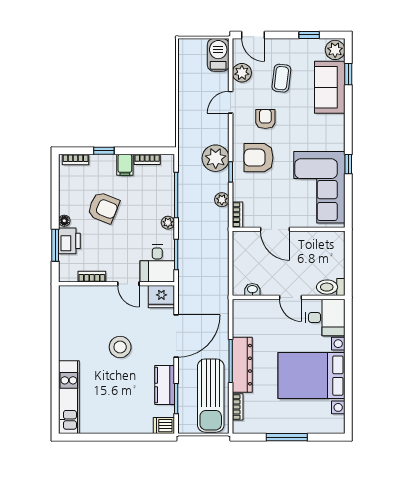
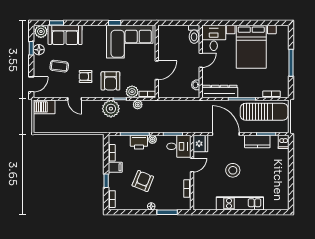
floor lamp: (307, 47) -> (39, 50), added
plant: (242, 73) -> (132, 92), moved
printer: (69, 241) -> (139, 142), moved, turned 180
dresser: (242, 365) -> (220, 91), moved
kitchen unit: (69, 397) -> (240, 203), moved

